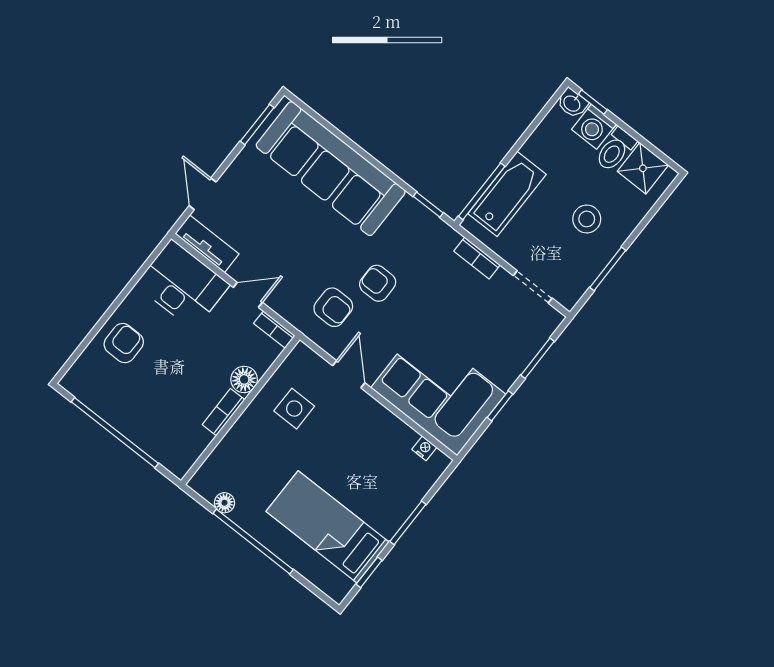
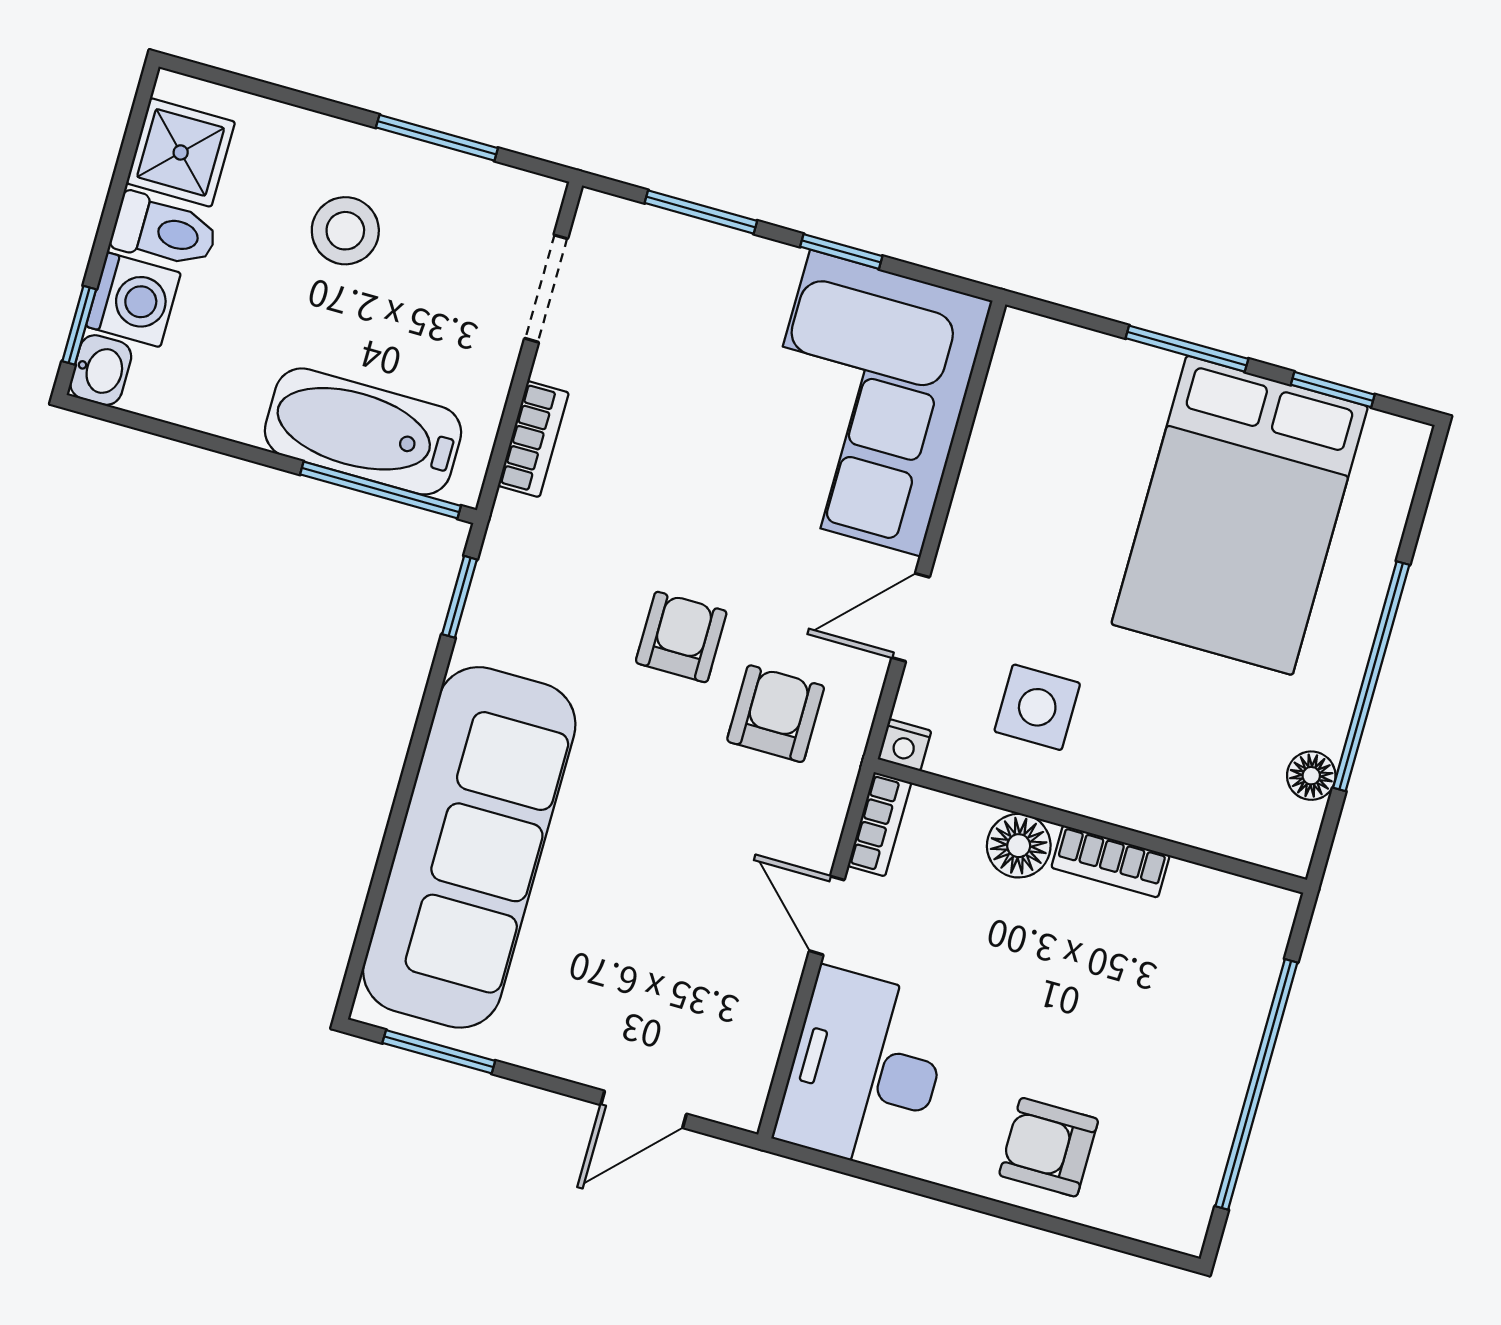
tv unit: (207, 244) -> (751, 1054), removed
armchair: (378, 283) -> (681, 637), turned 180
nightstand: (424, 448) -> (905, 745), moved, turned -90
bed: (328, 527) -> (1240, 515), width x1.50

